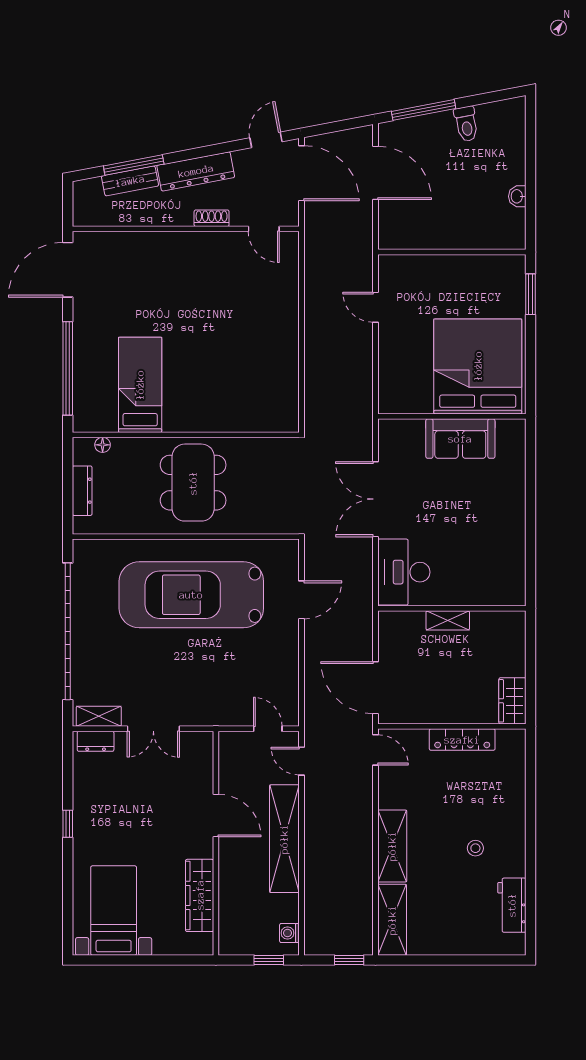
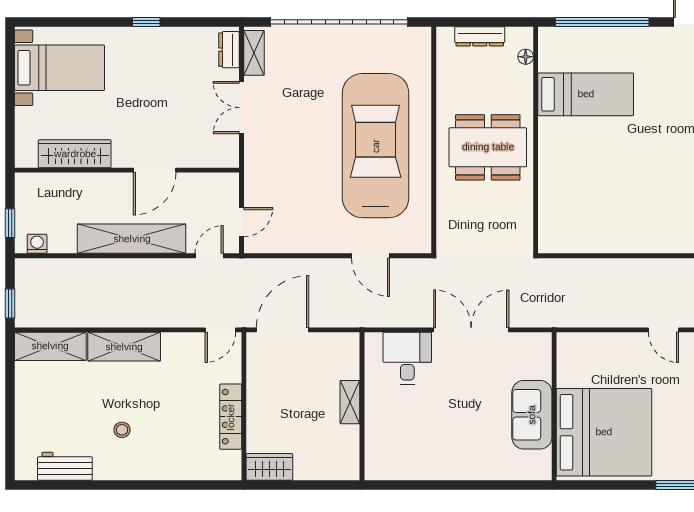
door: (375, 307) -> (663, 330), swing flipped
desk: (404, 572) -> (407, 358), width x0.73

